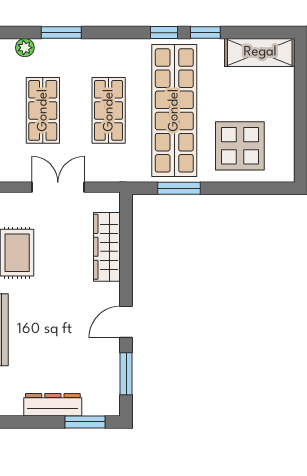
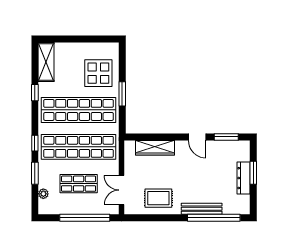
window: (164, 33) -> (35, 143), moved
shop shelf: (109, 110) -> (79, 147), width x2.00, depth x1.36
double door: (58, 187) -> (122, 190), moved
window: (179, 188) -> (122, 94), moved
window: (85, 422) -> (253, 173), moved

